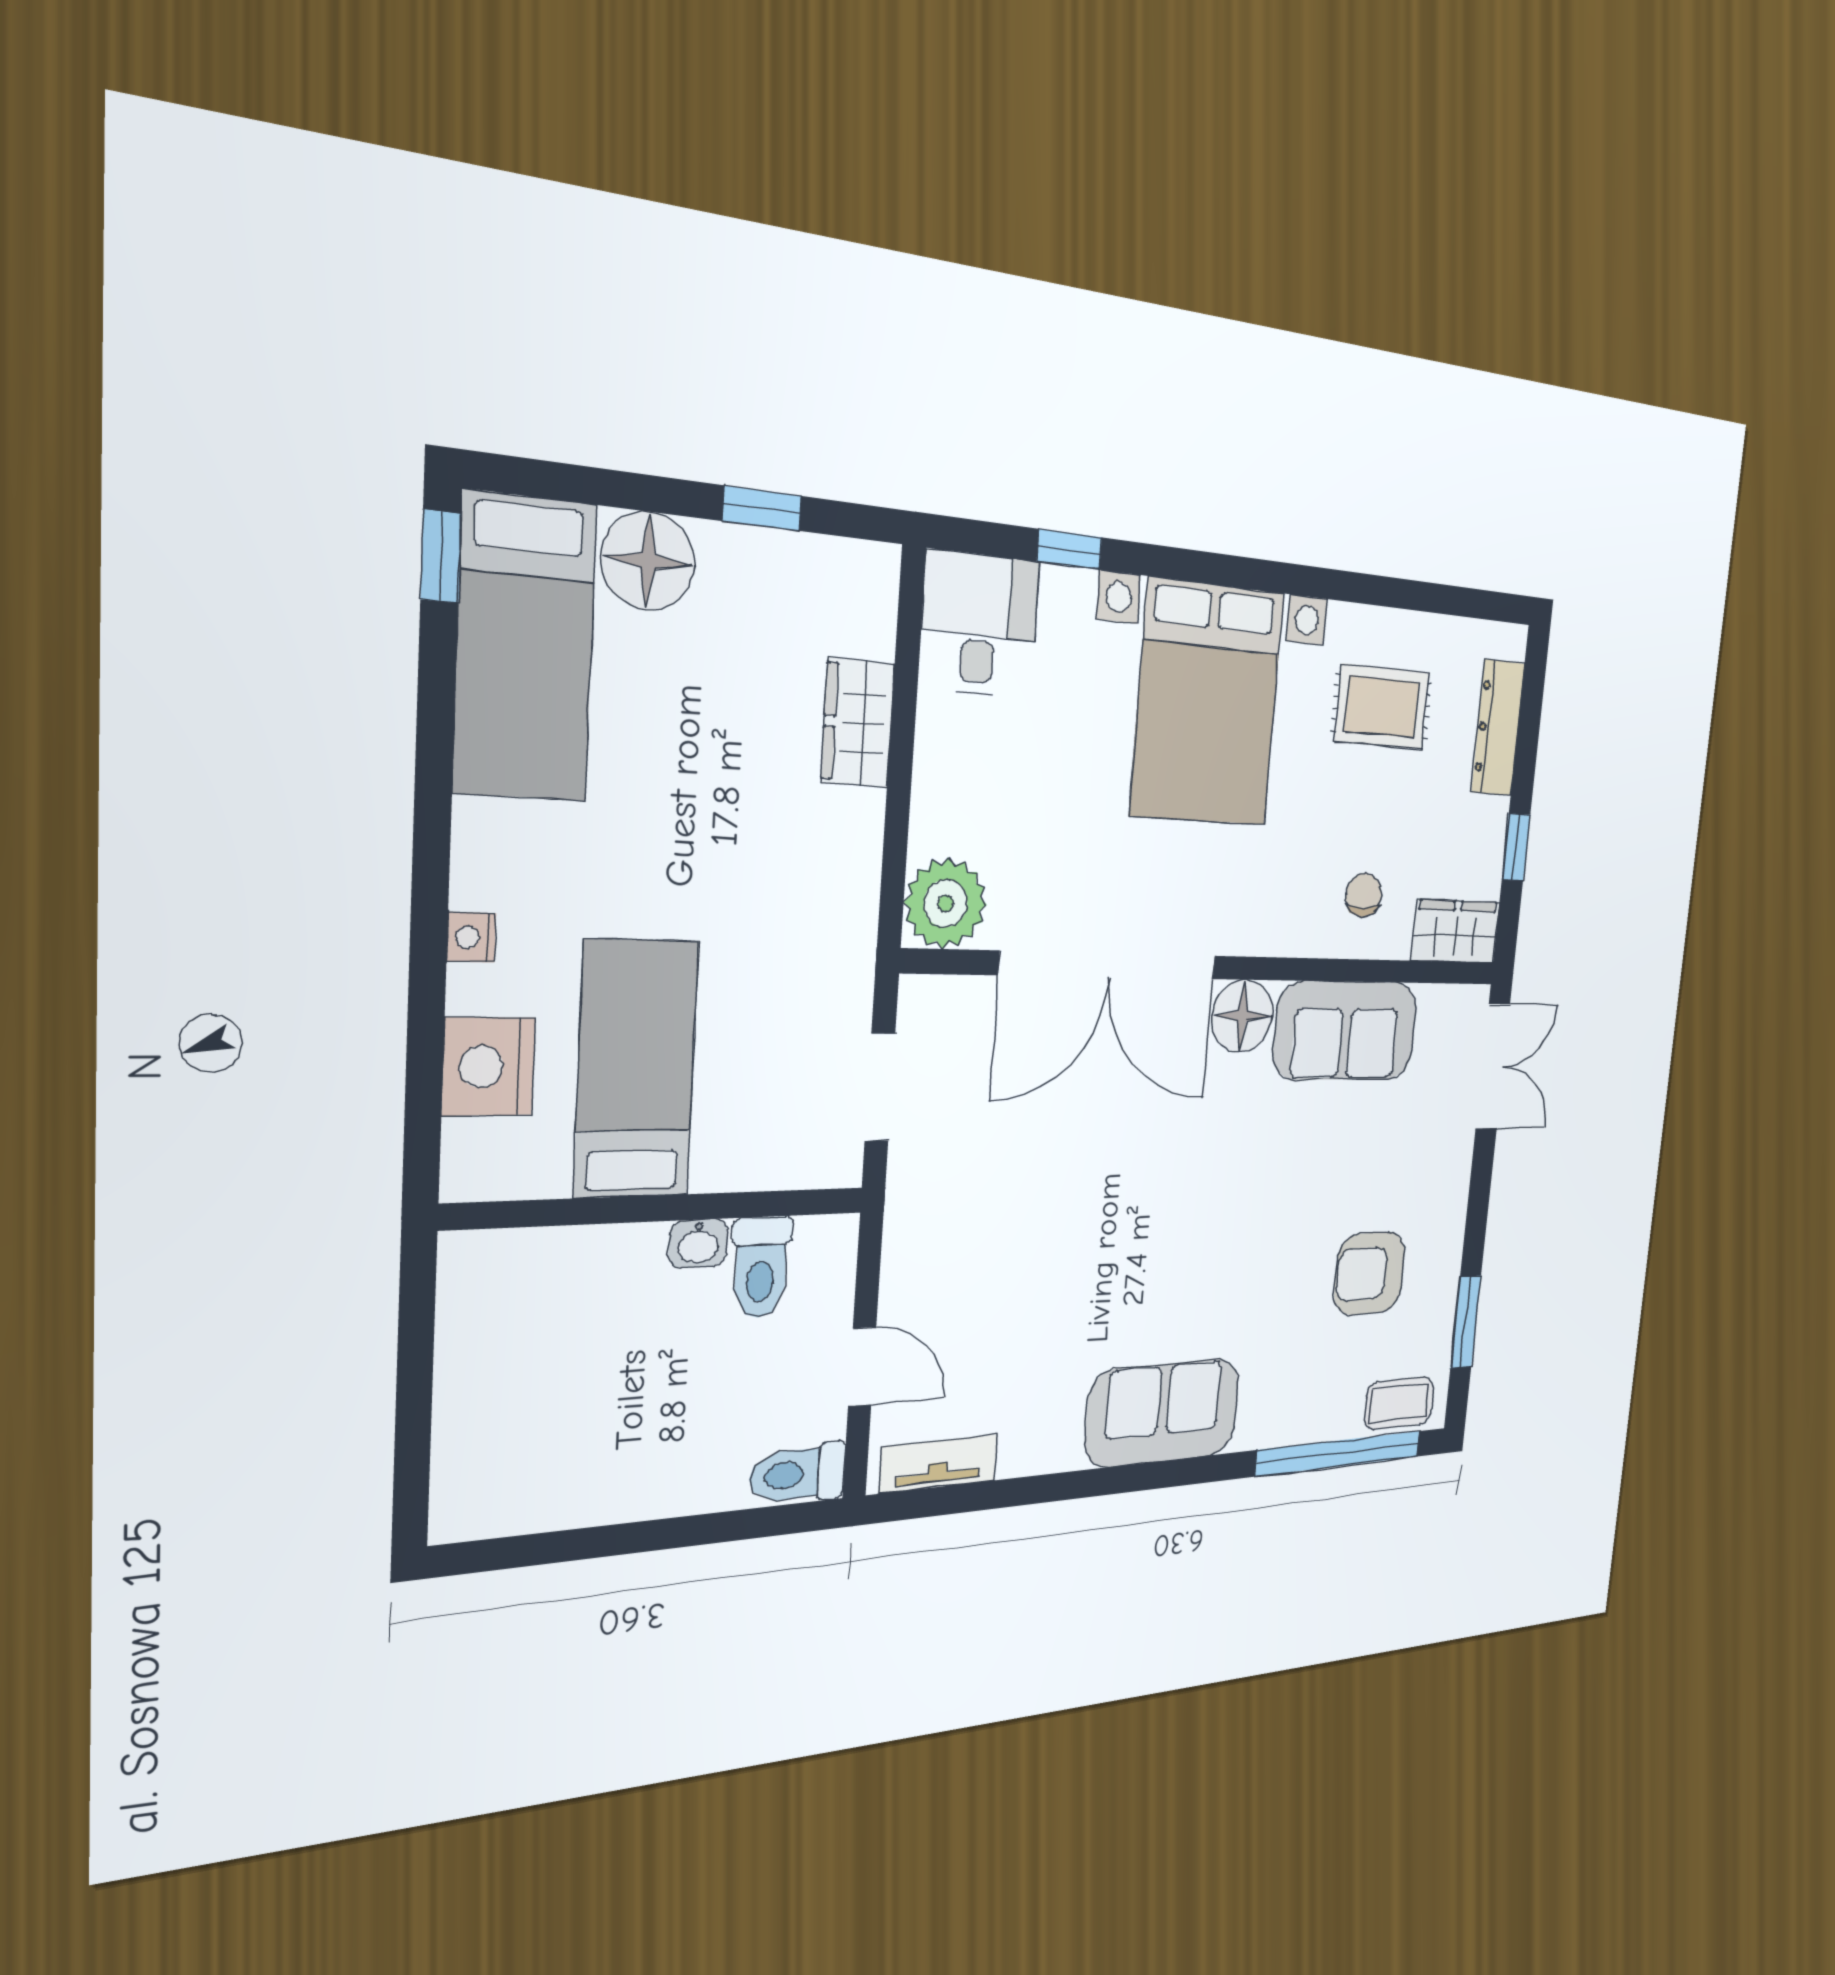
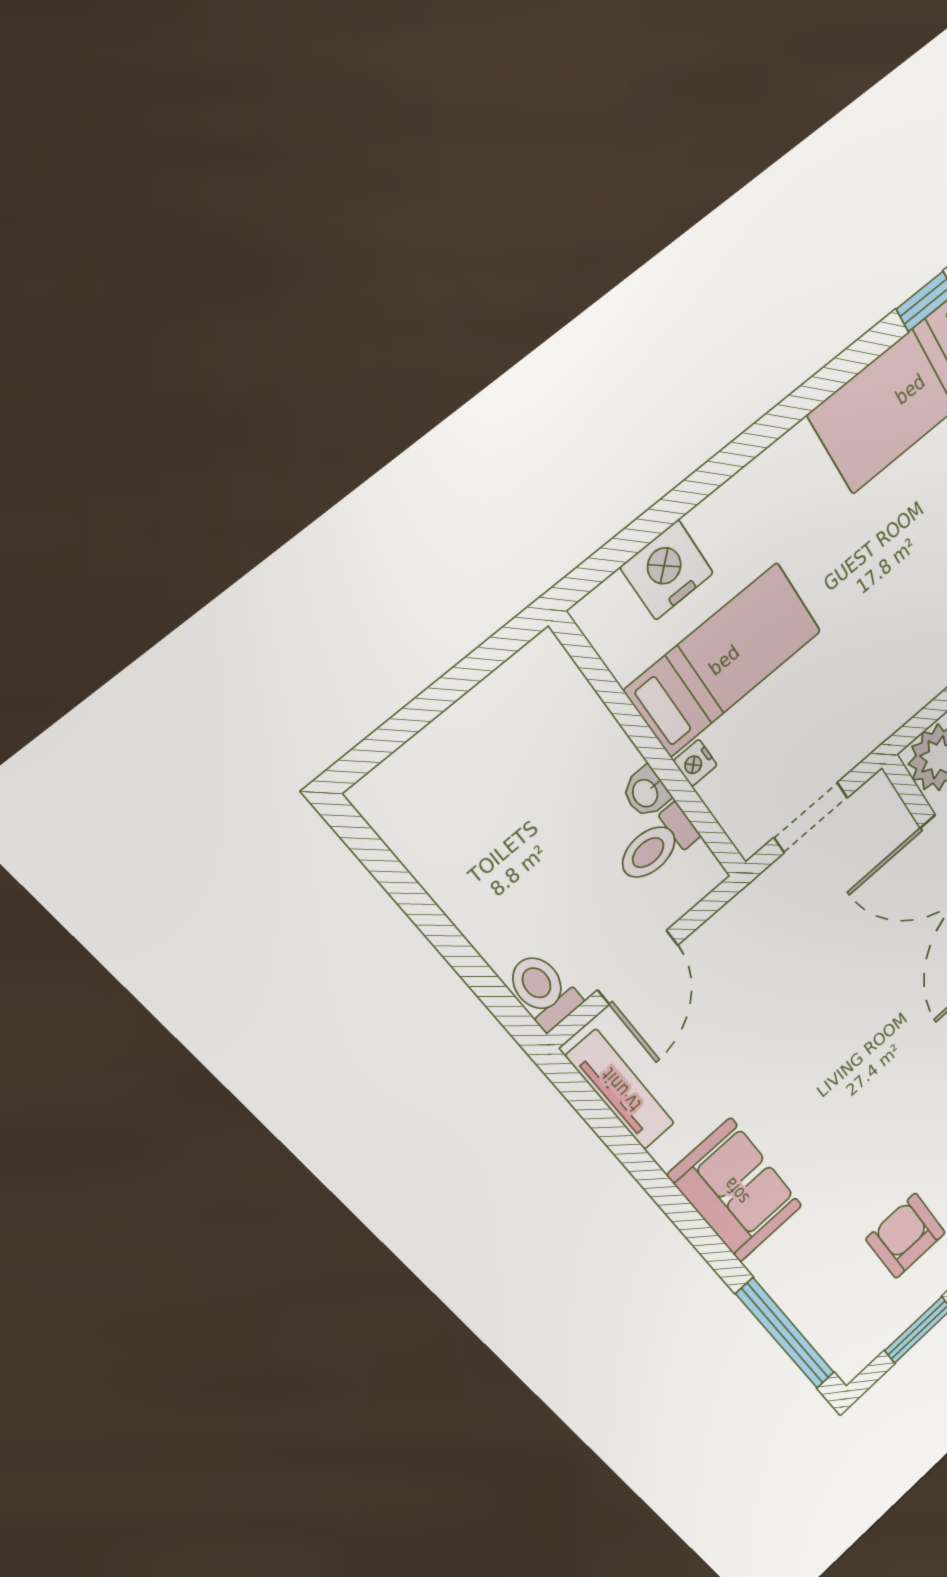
nightstand: (471, 937) -> (695, 763), moved, turned -90
door: (862, 1367) -> (638, 967), width x1.38
coffee table: (1399, 1403) -> (842, 1340), removed
tv unit: (938, 1464) -> (621, 1090), width x1.41

